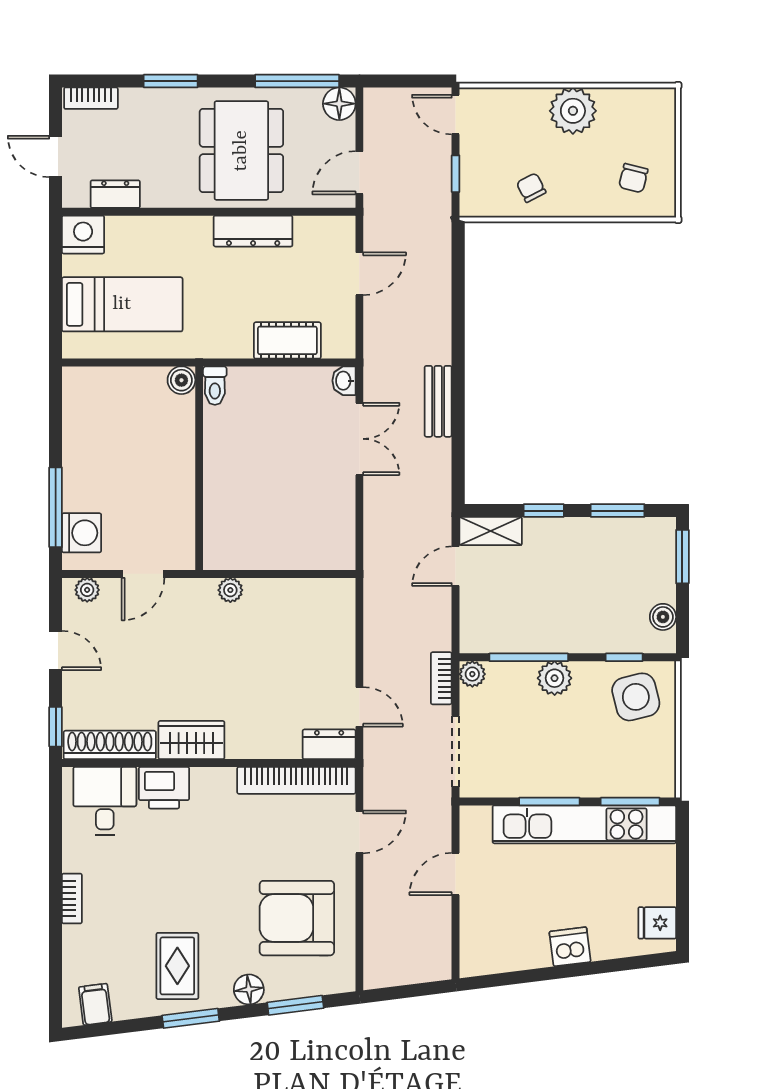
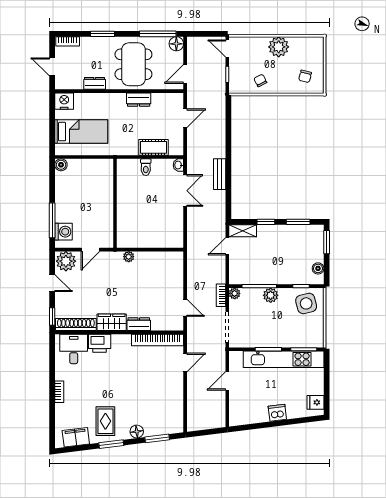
dresser: (115, 194) -> (95, 83), moved
dresser: (253, 231) -> (139, 100), width x0.70
boiler: (181, 380) -> (61, 165), moved
toilet: (215, 386) -> (146, 167), moved
plant: (87, 590) -> (66, 261), width x1.88, depth x1.88
dresser: (329, 744) -> (139, 324), moved
armchair: (297, 918) -> (158, 400), removed
filing cabinet: (95, 1004) -> (76, 437), width x2.00

